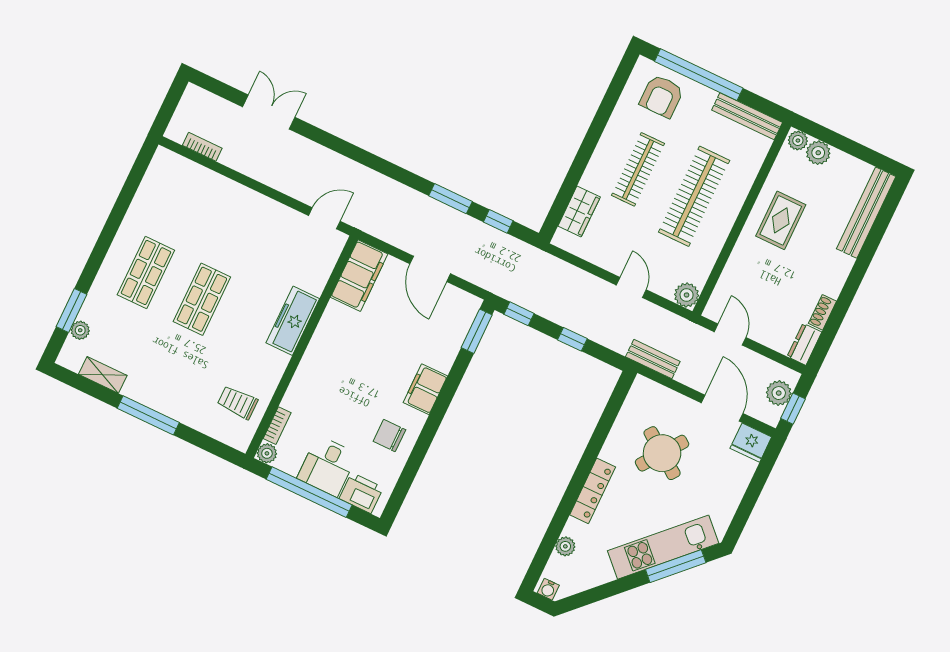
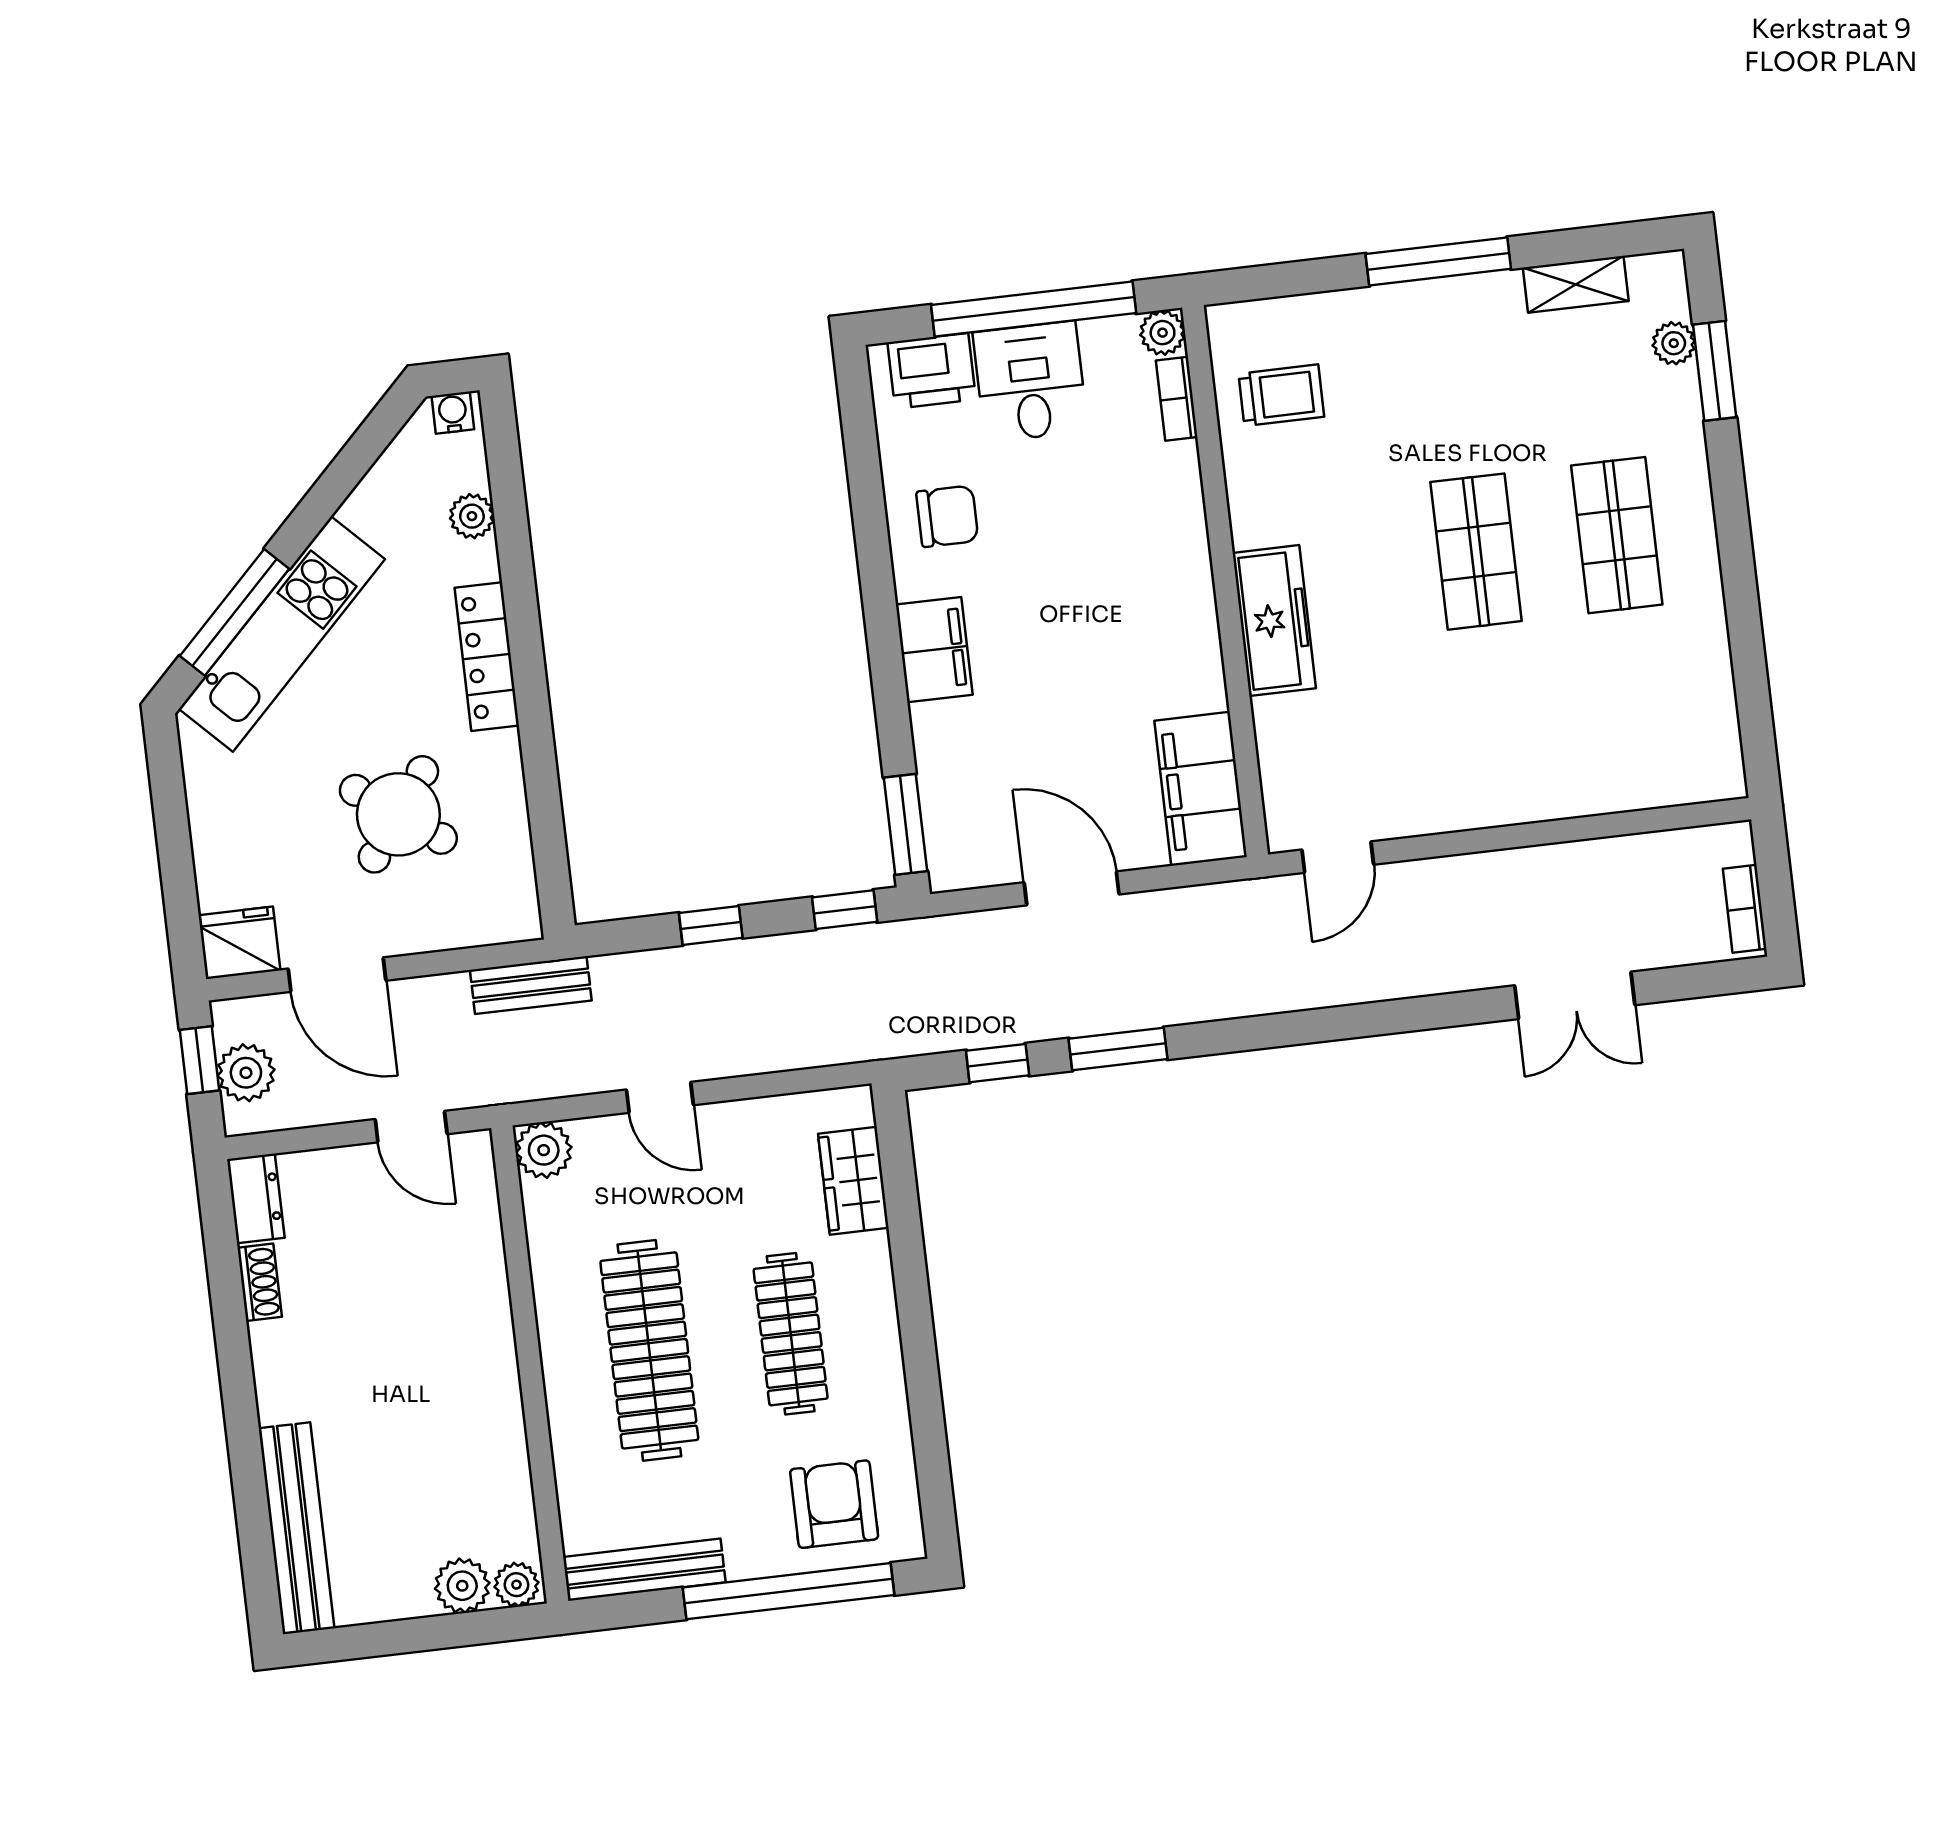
bookcase: (202, 147) -> (1745, 909), moved, turned 90
rug: (781, 220) -> (452, 1409), removed

